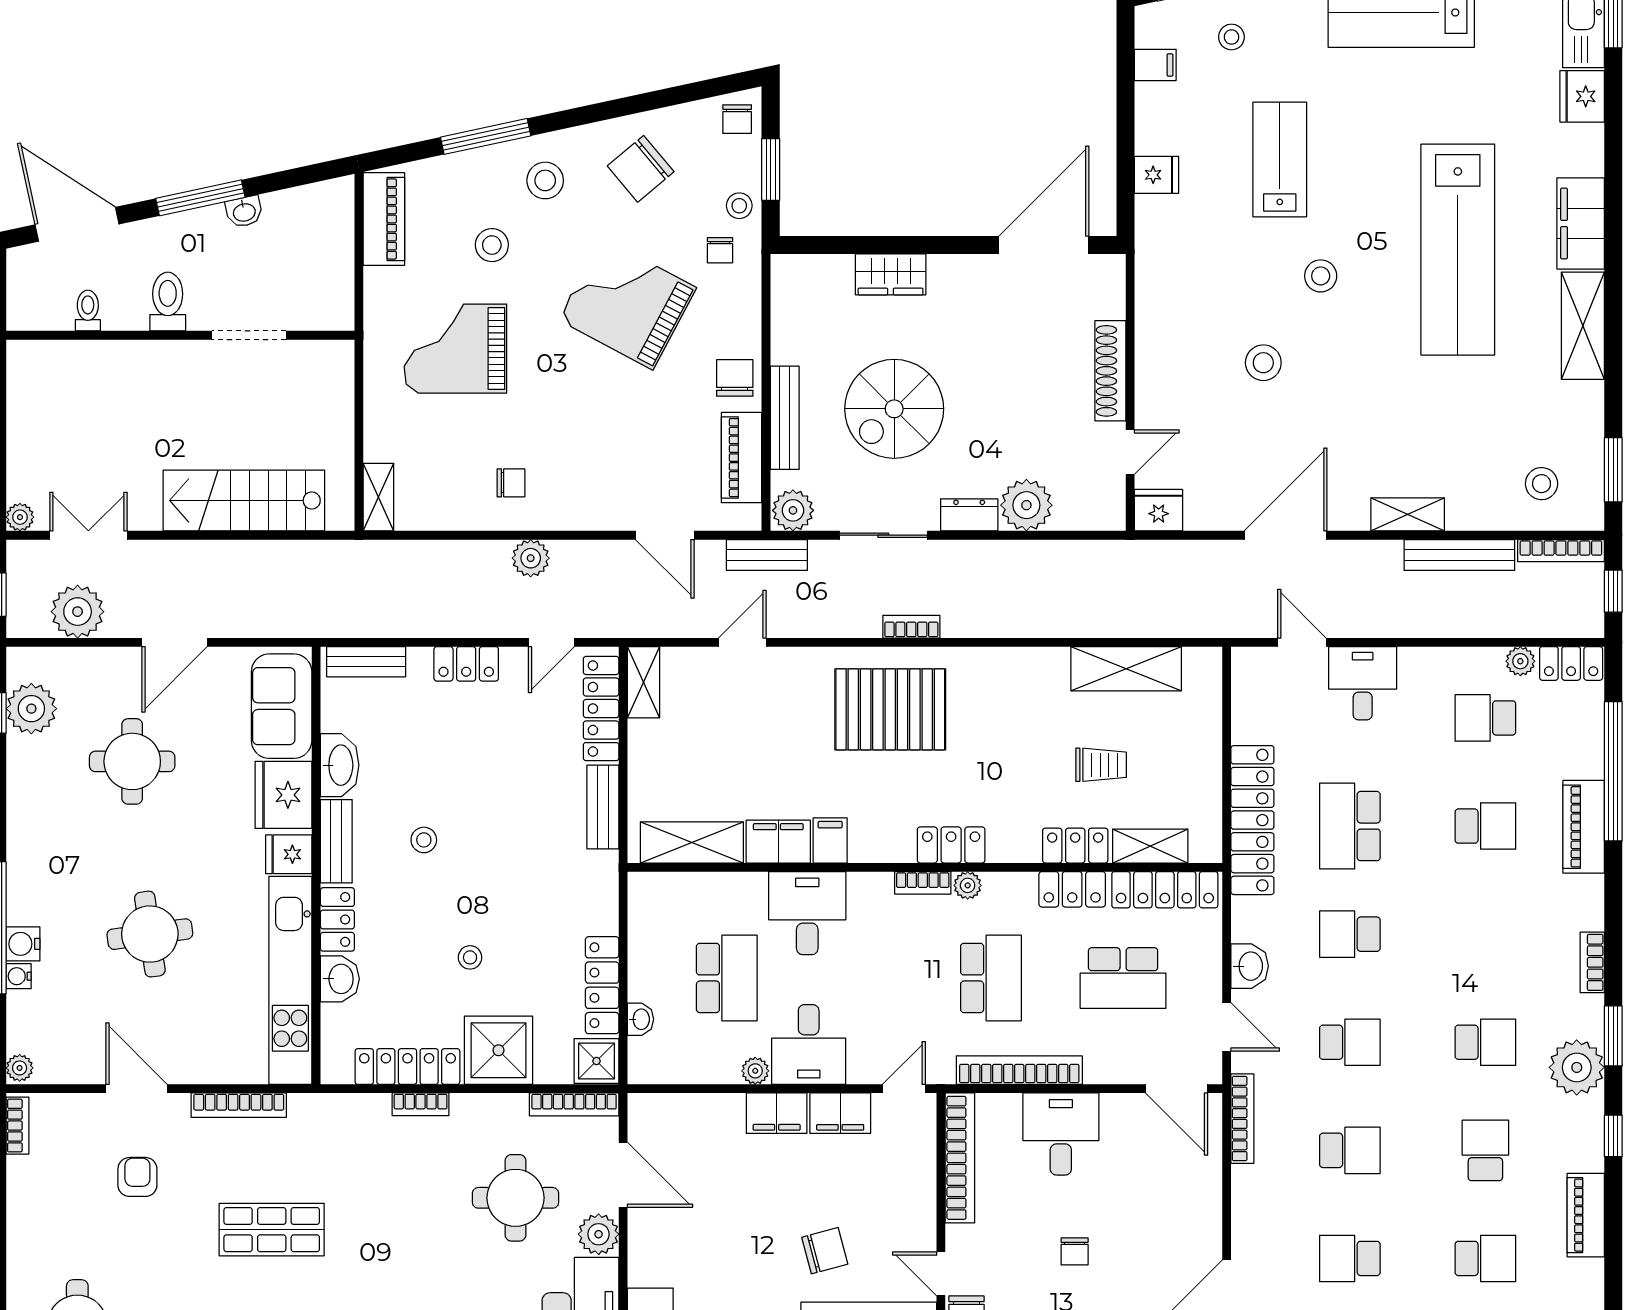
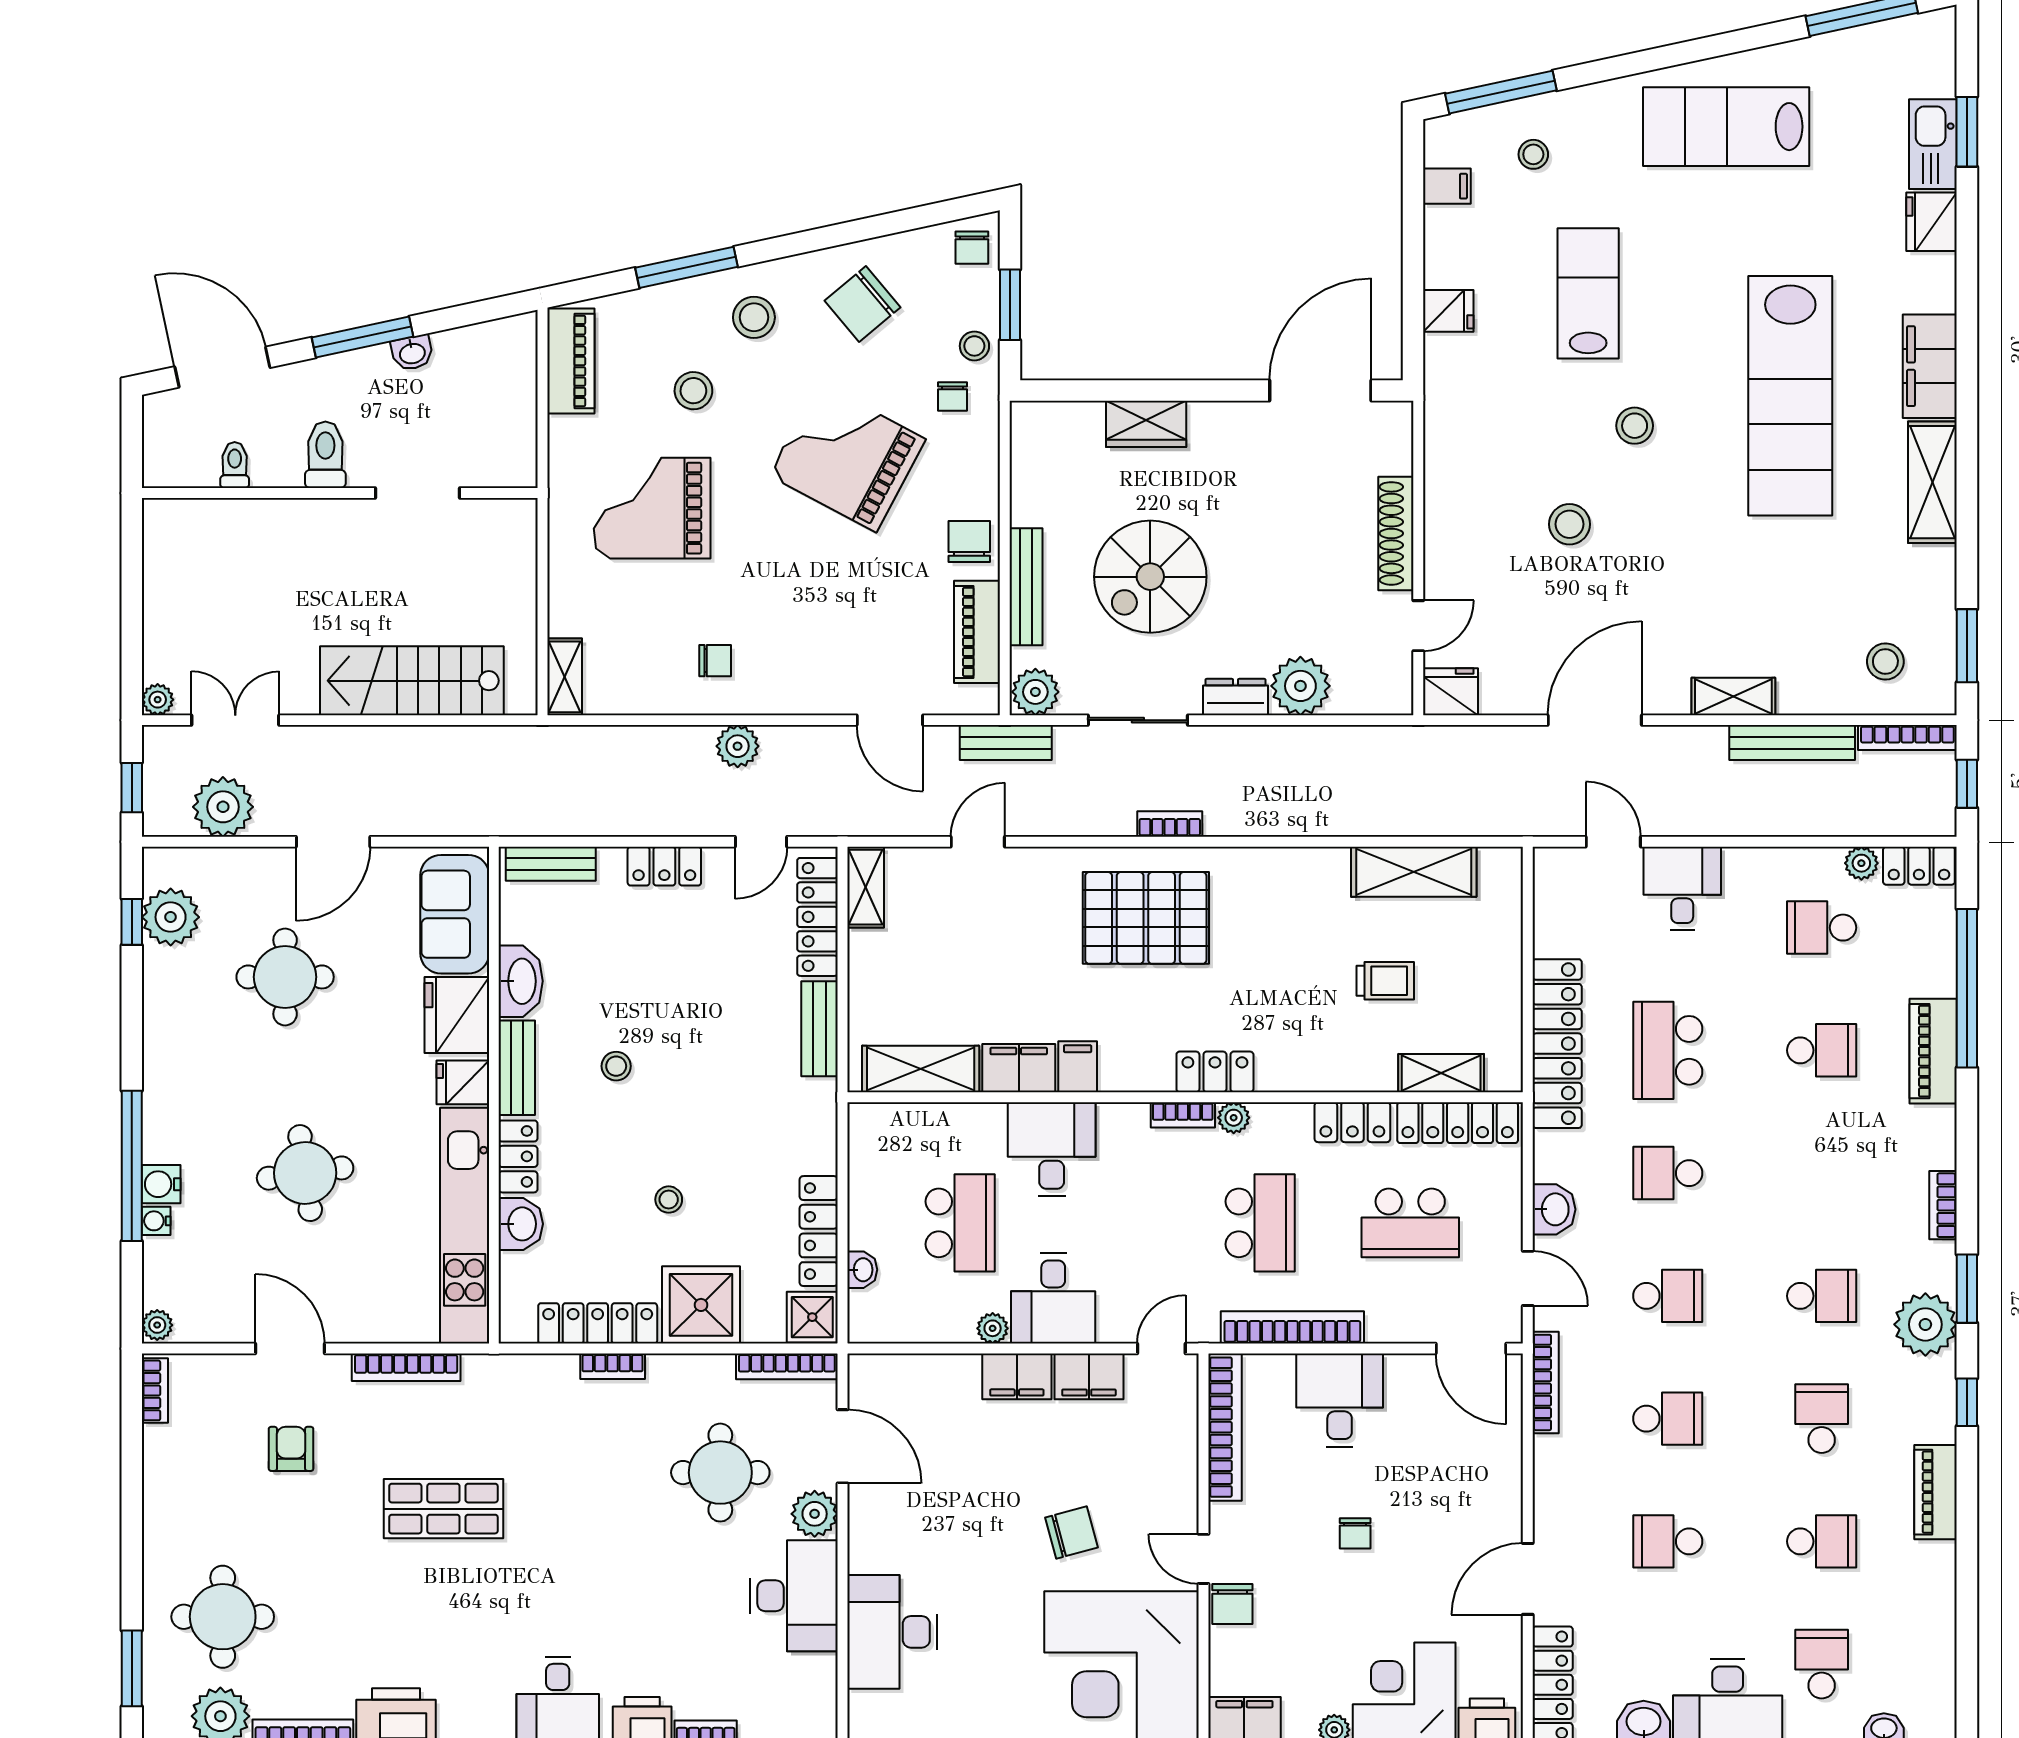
locker: (1075, 846) -> (1356, 1073), removed

